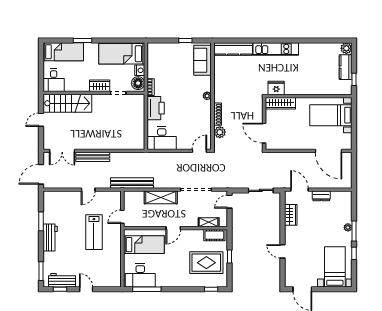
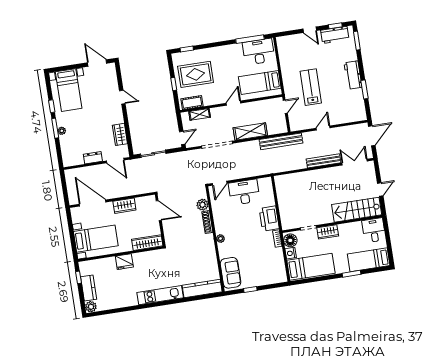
fridge: (276, 88) -> (124, 262), moved
desk: (162, 138) -> (244, 192), moved
wardrobe: (297, 143) -> (124, 206), added

